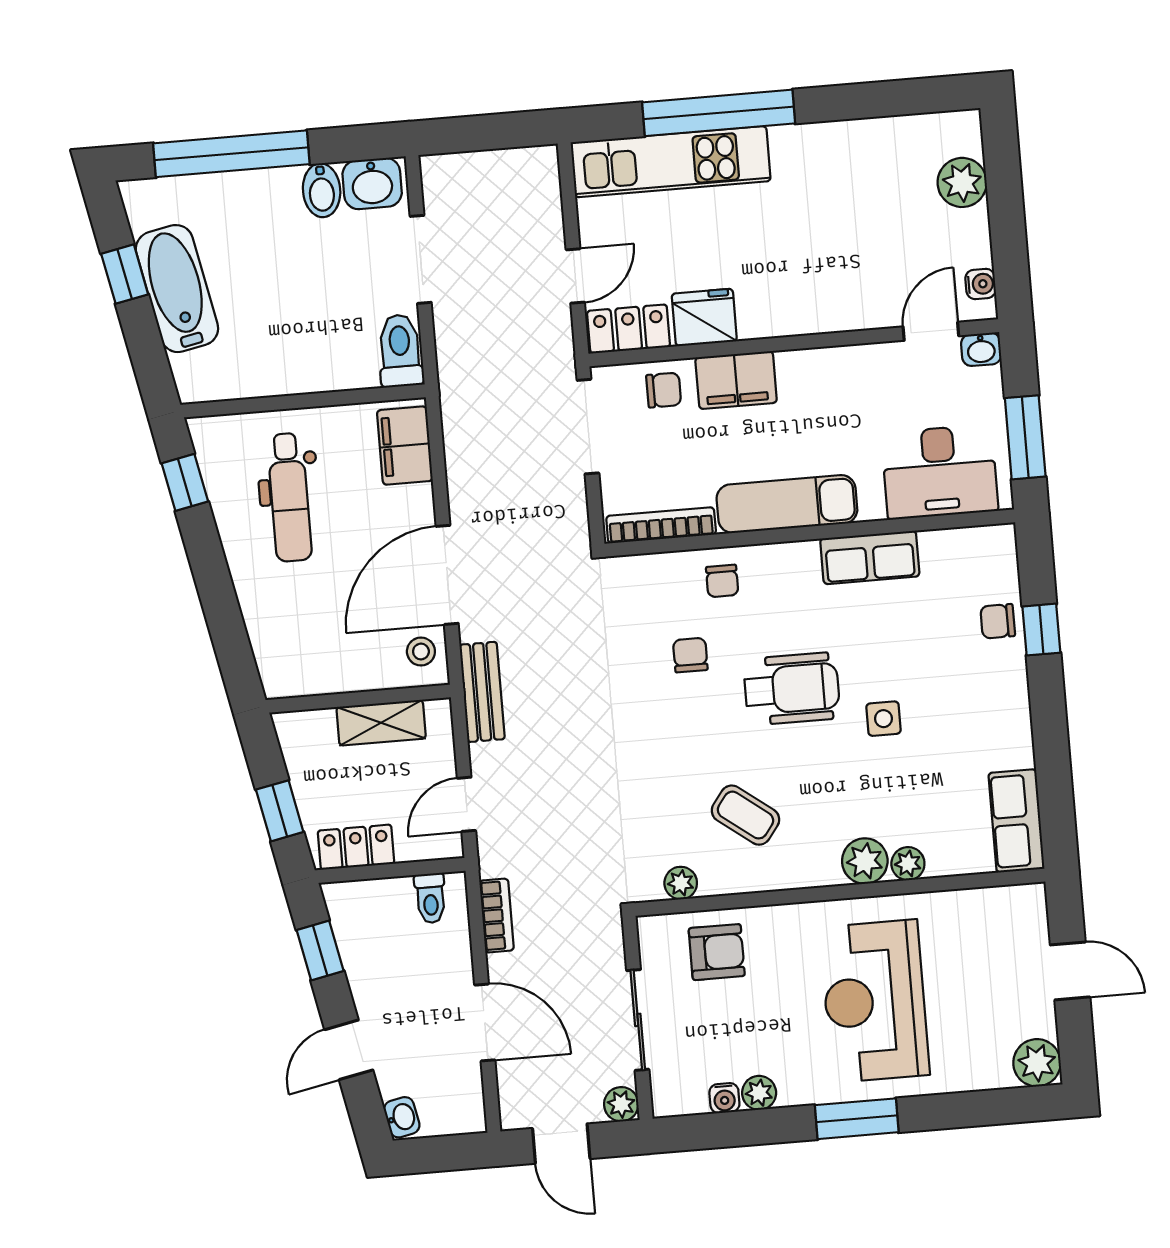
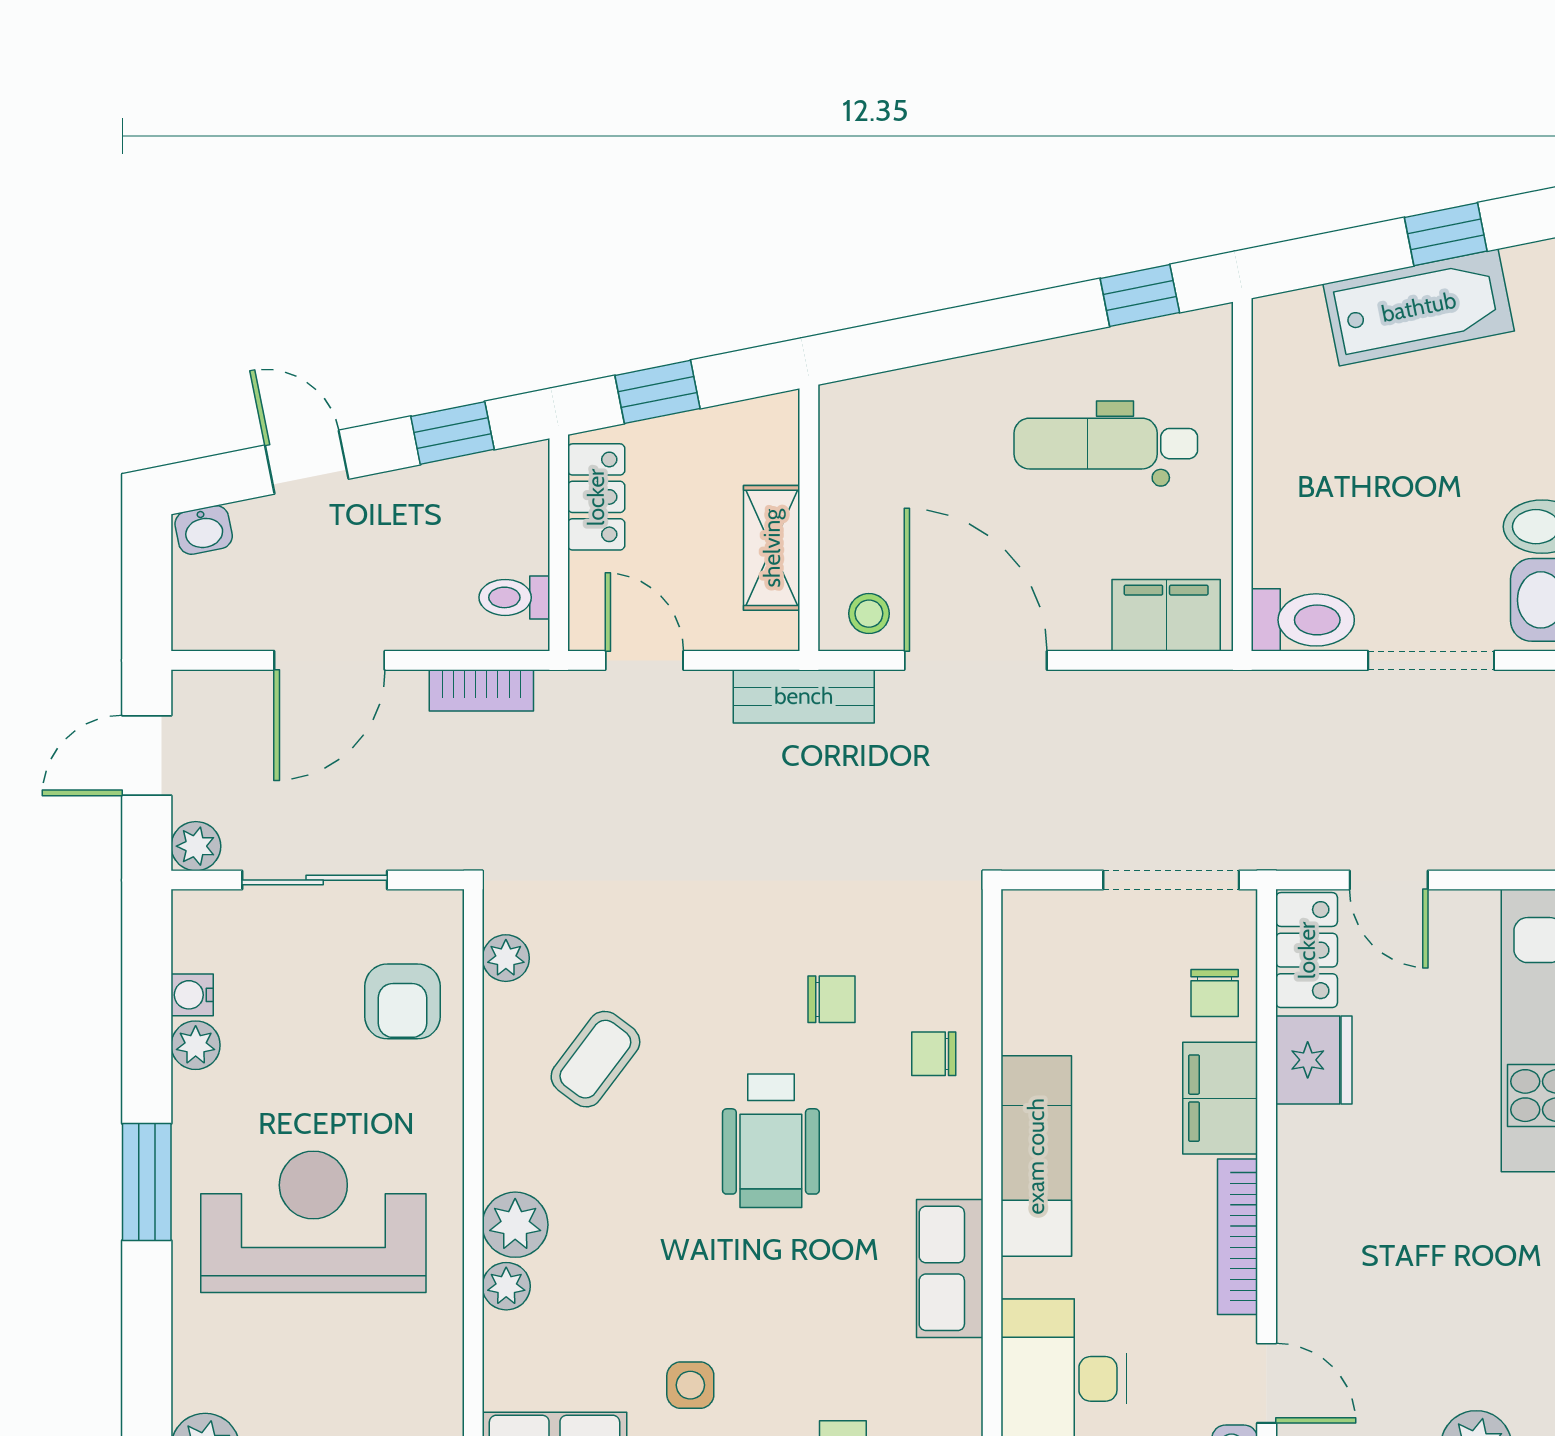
bookcase: (661, 525) -> (1238, 1237), moved, turned 180
side table: (883, 719) -> (690, 1385), moved

